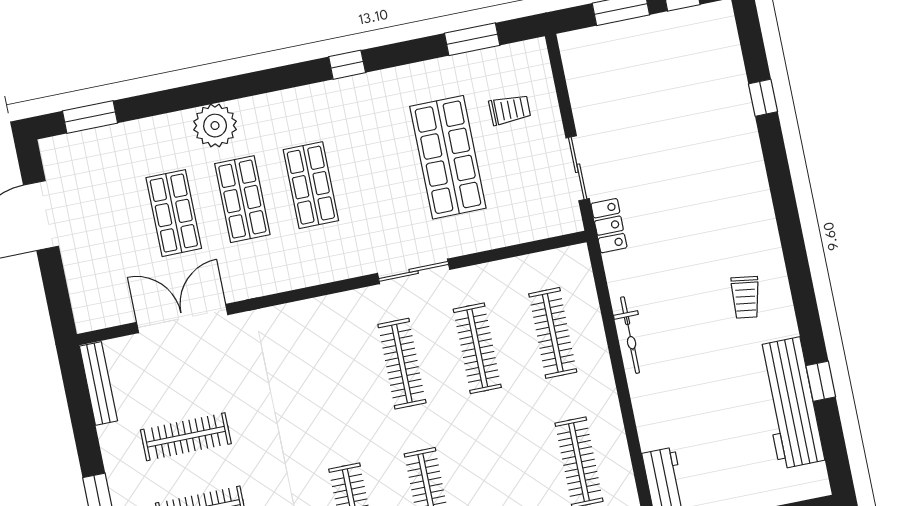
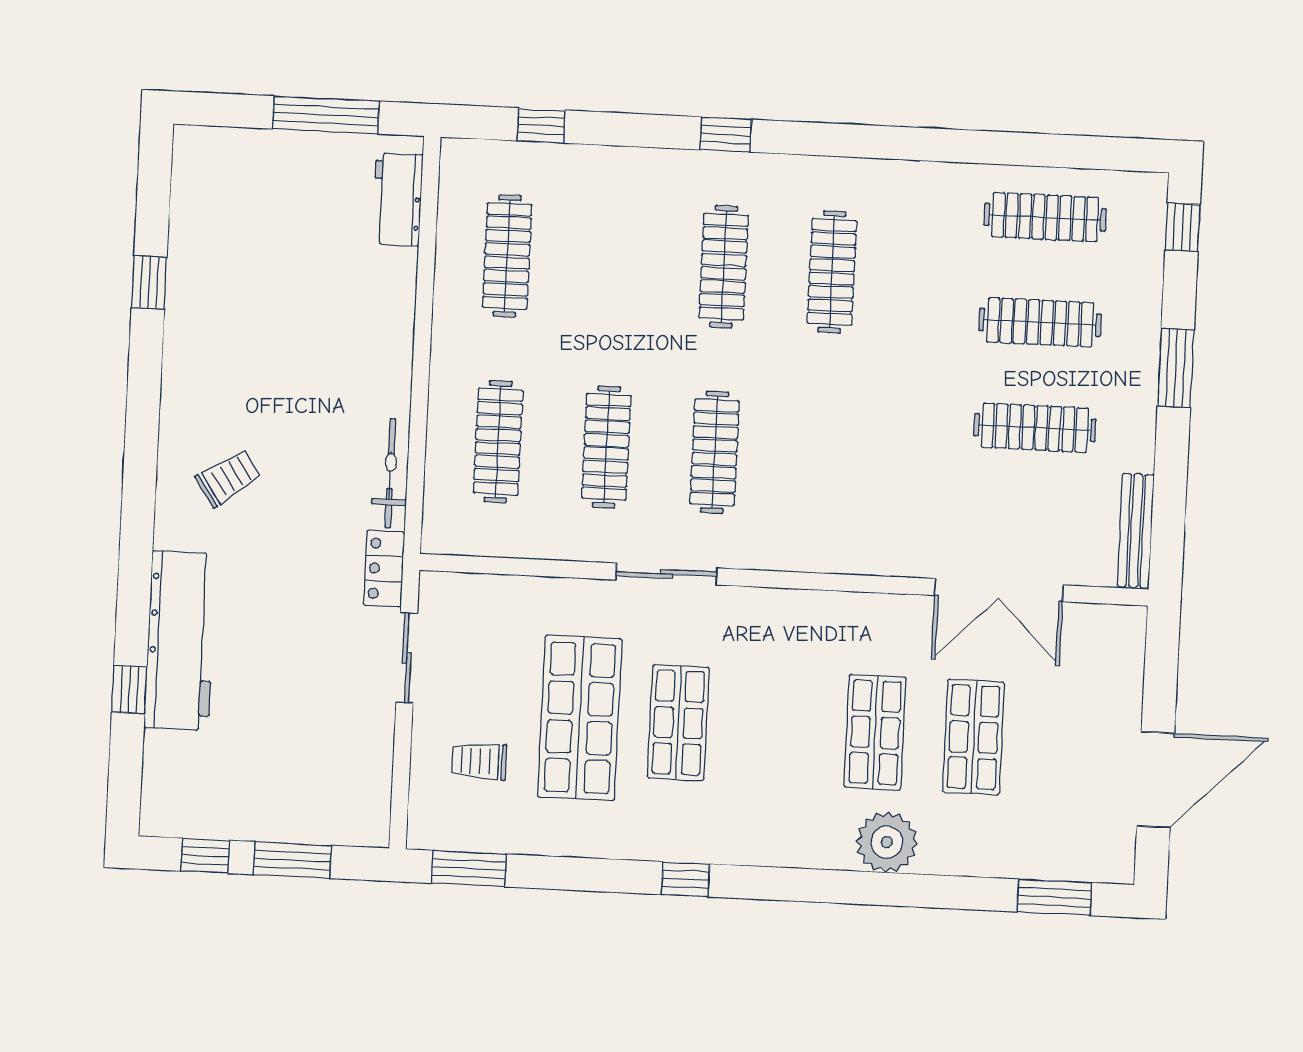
window: (472, 39) -> (469, 869), moved
shop shelf: (311, 185) -> (678, 723), moved
trolley: (745, 297) -> (228, 478), moved, turned 48
bicycle: (630, 335) -> (390, 473), moved
workbench: (790, 403) -> (180, 641), moved

